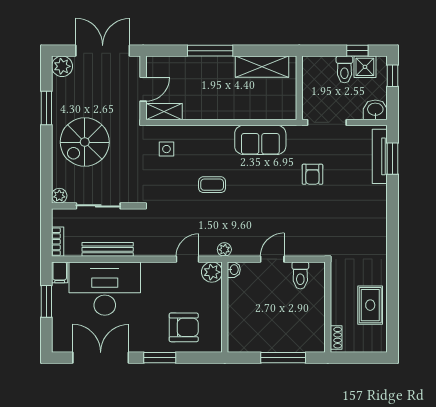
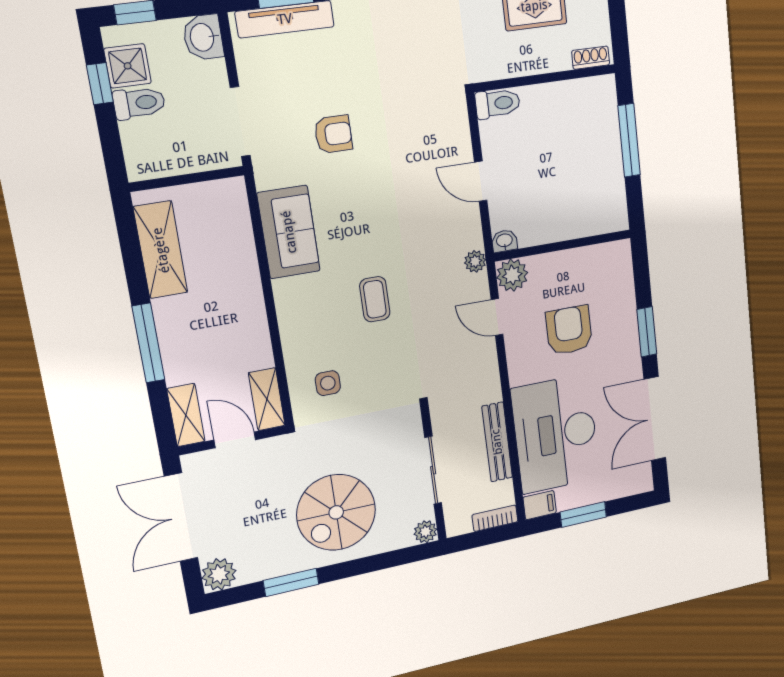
shelving: (164, 64) -> (186, 415), added
spiral stairs: (85, 142) -> (336, 512), turned 90
toilet: (300, 275) -> (498, 103), moved
armchair: (184, 327) -> (569, 330), moved

